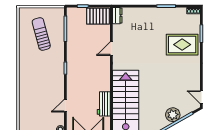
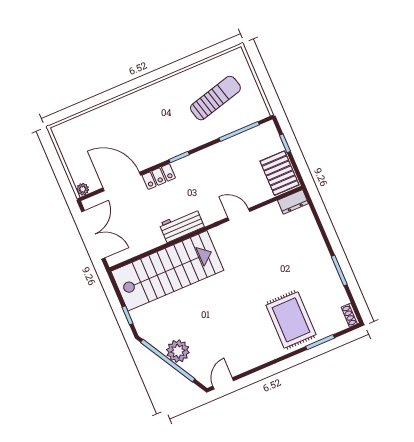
locker: (71, 84) -> (159, 177), added
workbench: (104, 104) -> (182, 225), moved
door: (65, 106) -> (122, 181), width x1.87

